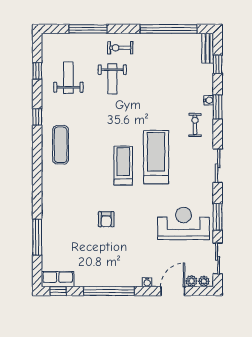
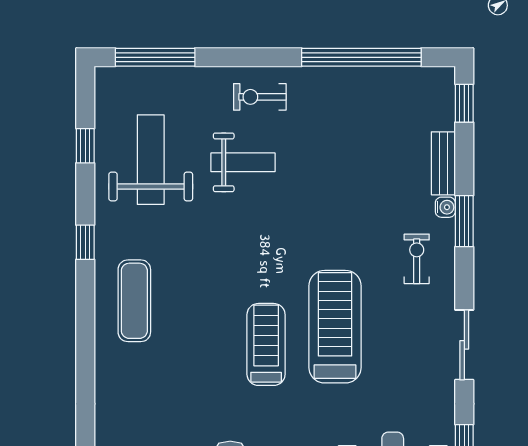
window: (88, 29) -> (155, 57), moved
bench: (208, 48) -> (443, 163), moved
window: (218, 64) -> (464, 103), moved
weight bench: (68, 78) -> (151, 160), width x1.36, depth x1.33
weight bench: (112, 79) -> (243, 162), turned -90

